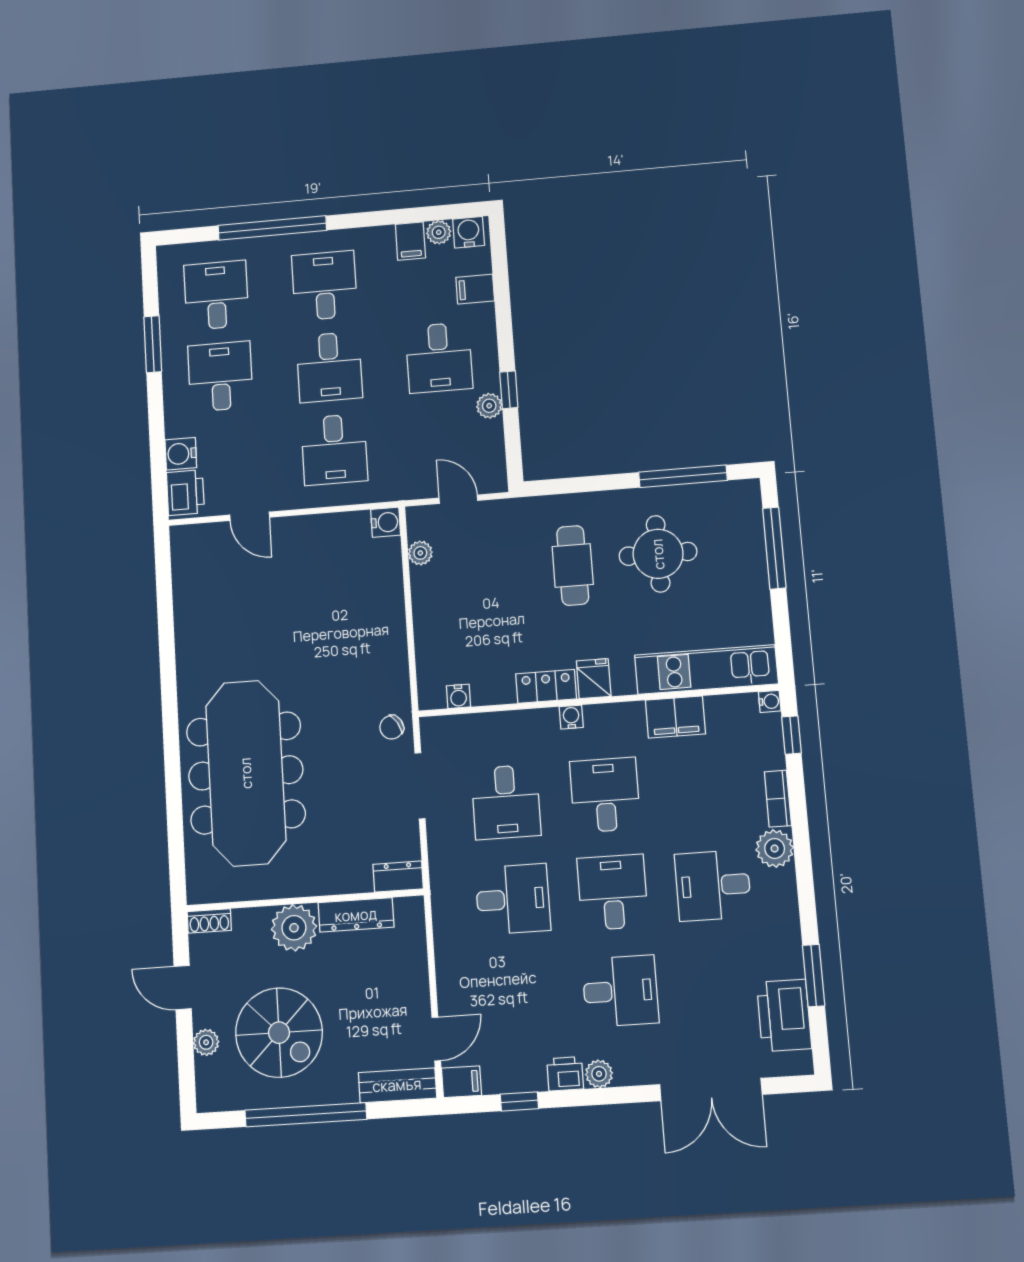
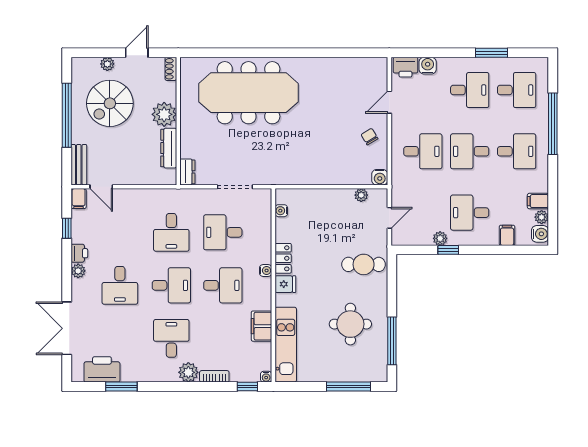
desk: (334, 449) -> (423, 151), turned 180
cafe table: (573, 565) -> (364, 264), moved
chair: (392, 727) -> (369, 137), moved

